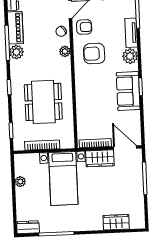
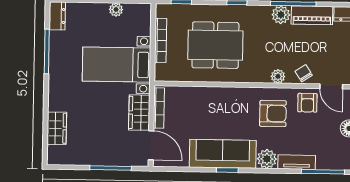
armchair: (94, 54) -> (273, 113), turned 90
sofa: (128, 91) -> (223, 154), width x1.36
door: (125, 148) -> (151, 145), hinge flipped

